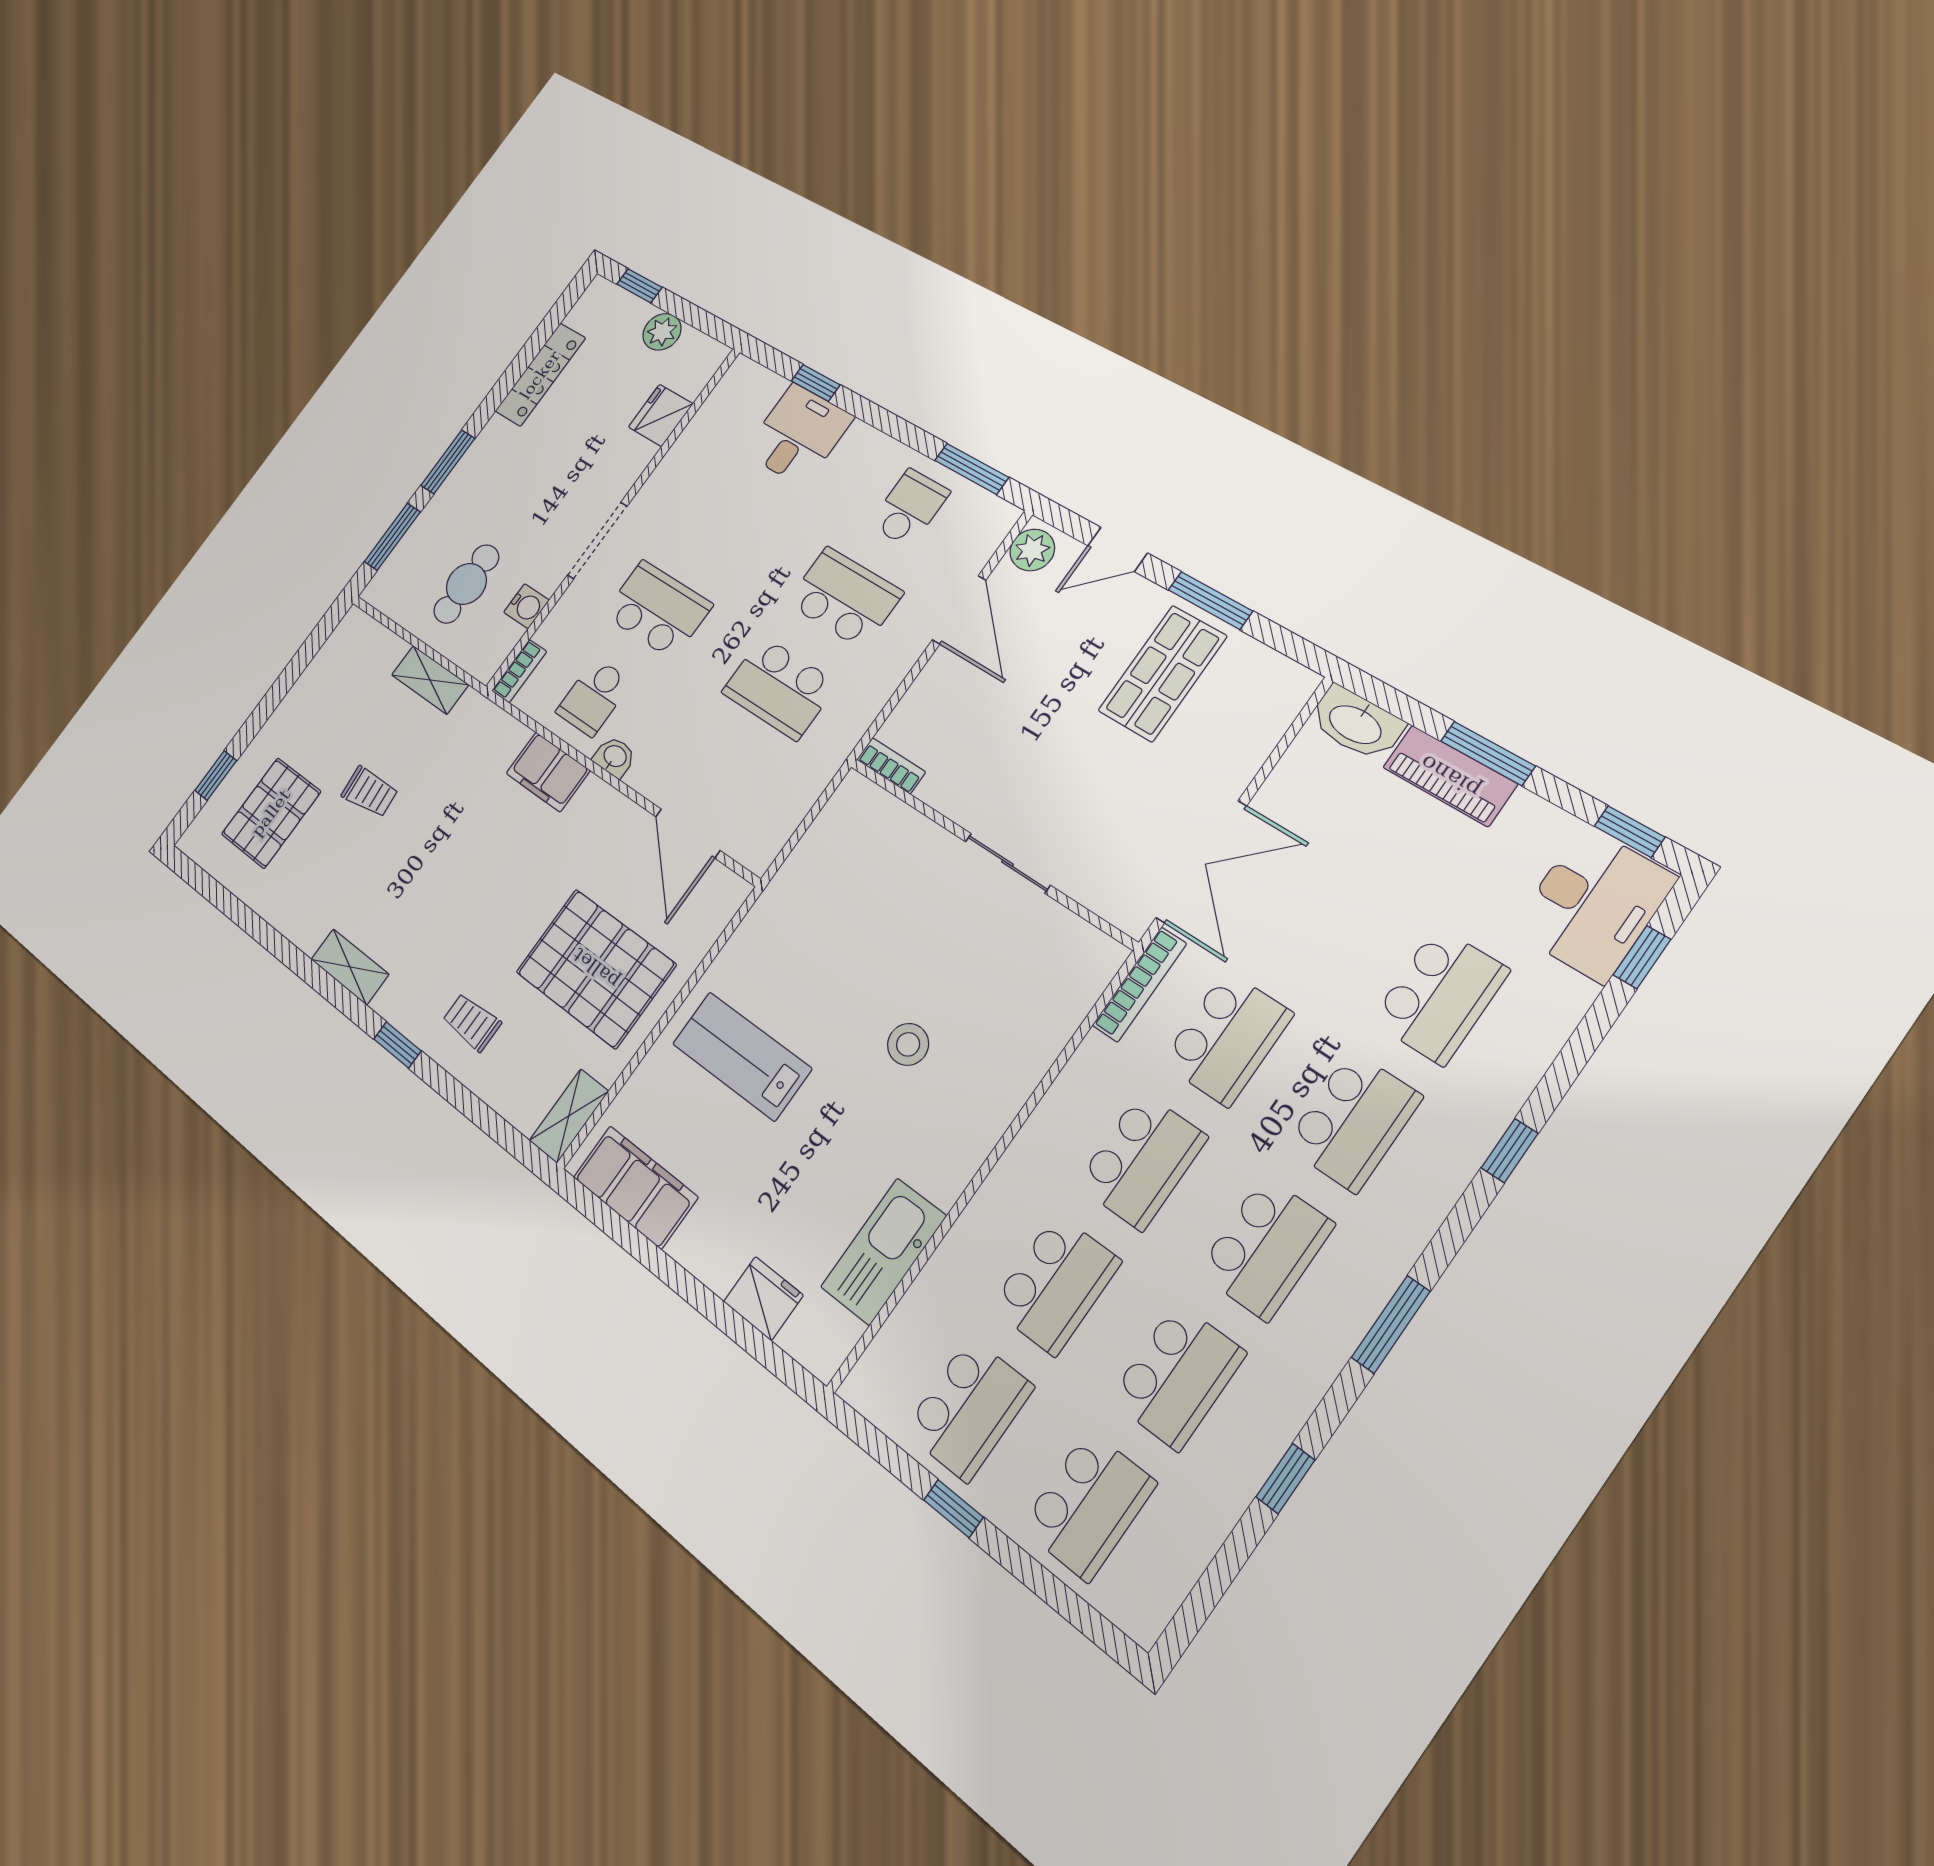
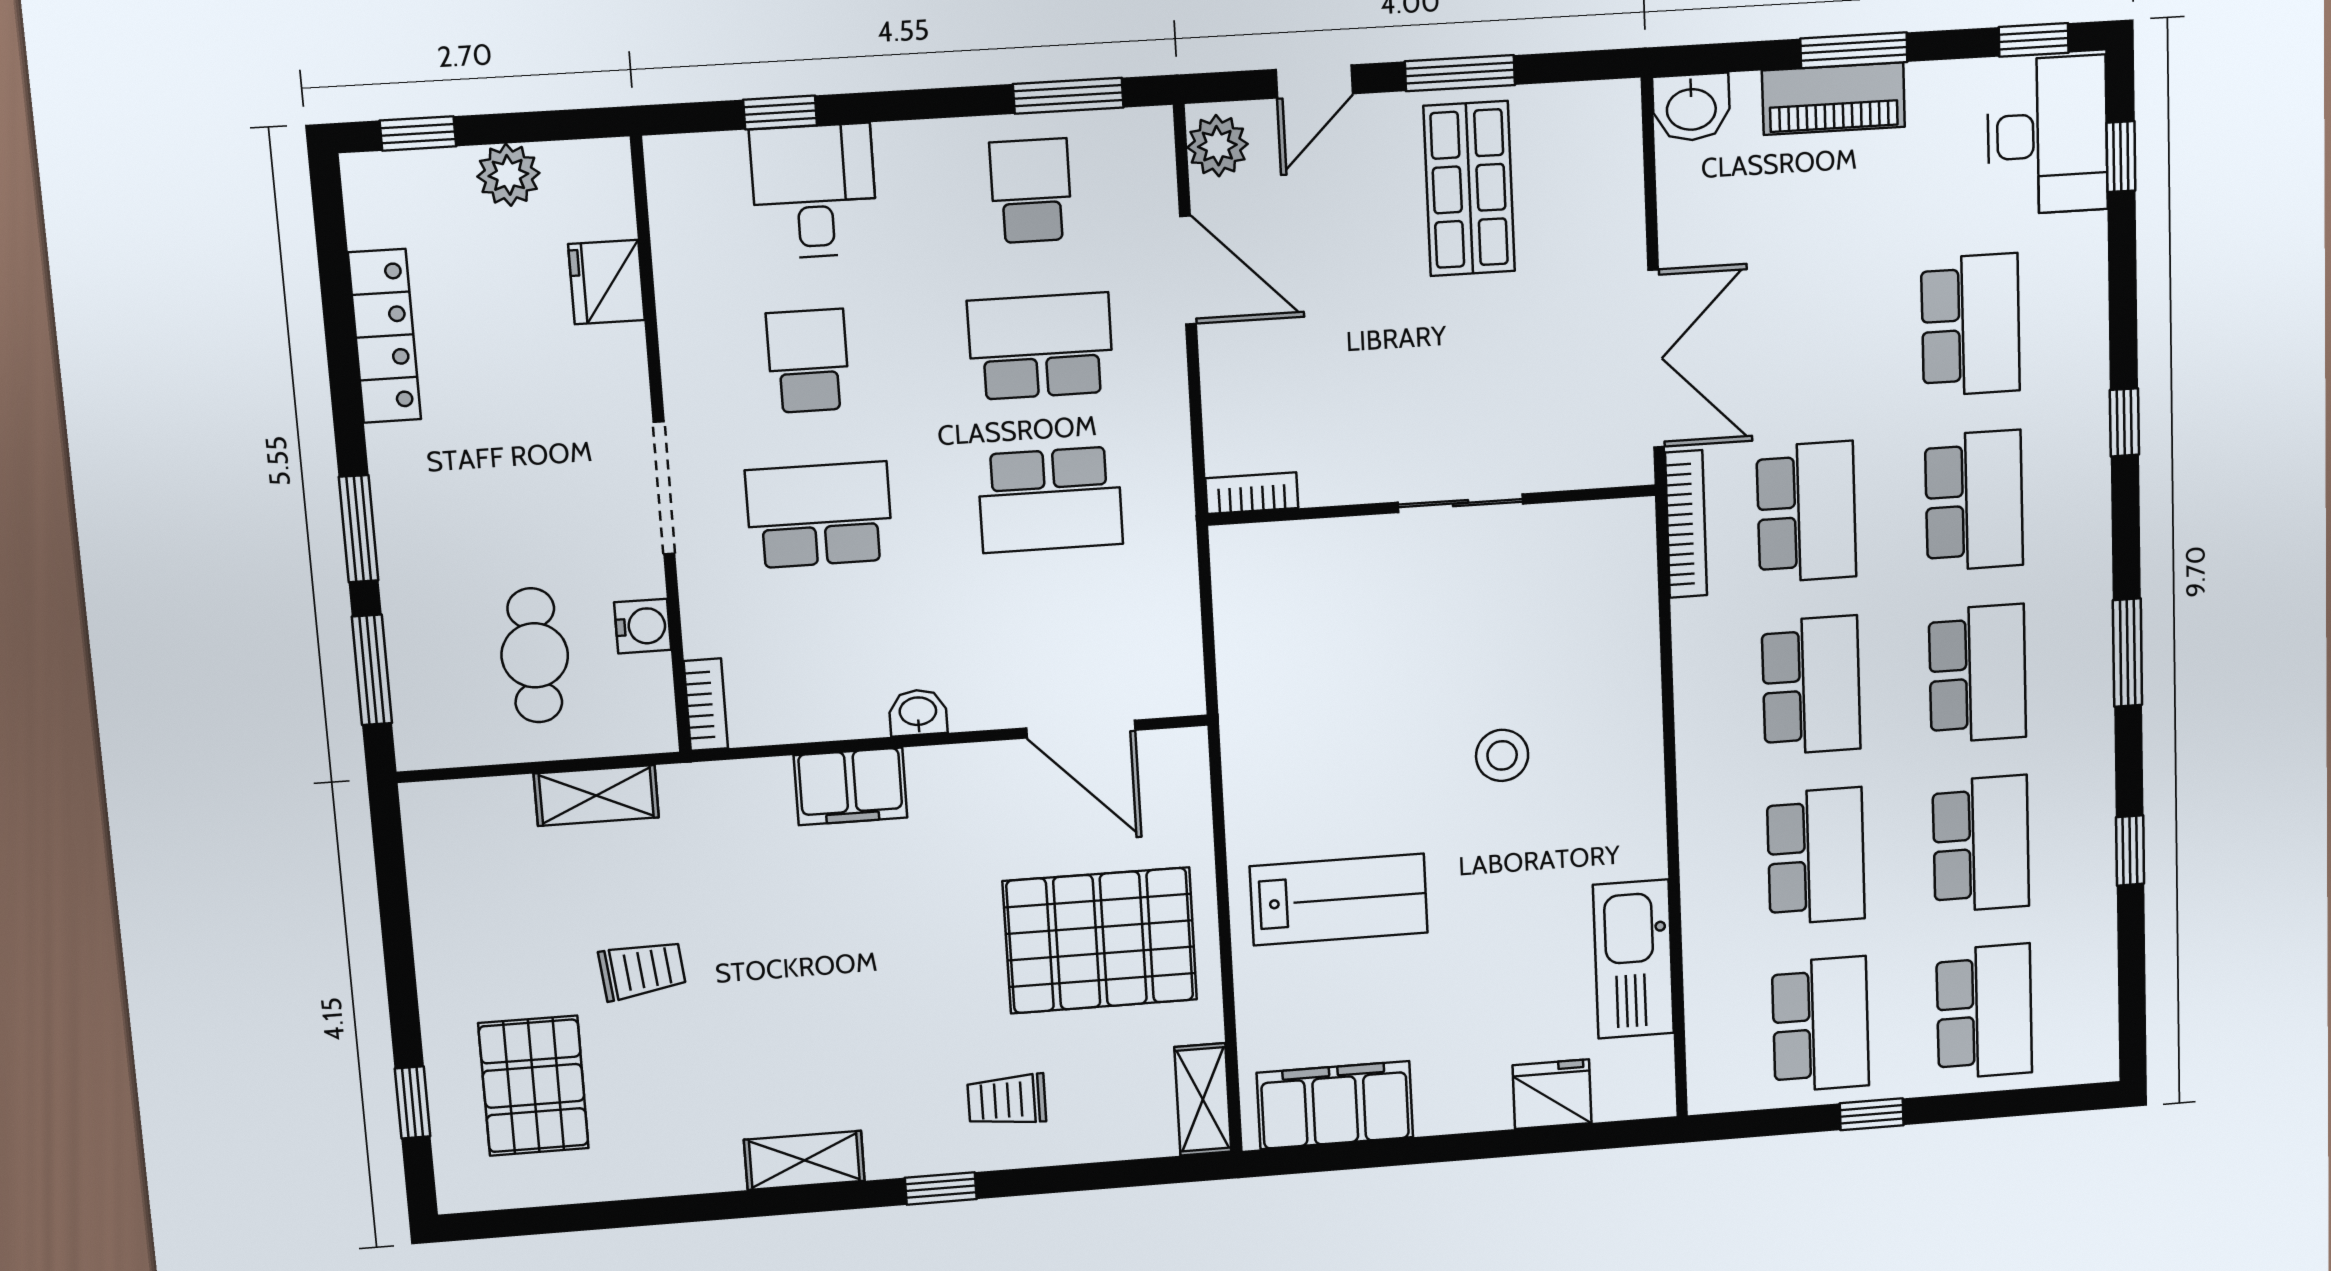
school desk: (594, 697) -> (808, 361), moved, turned 180
washbasin: (1356, 723) -> (1691, 107), width x0.72
lab bench: (742, 1056) -> (1339, 900), turned 180

